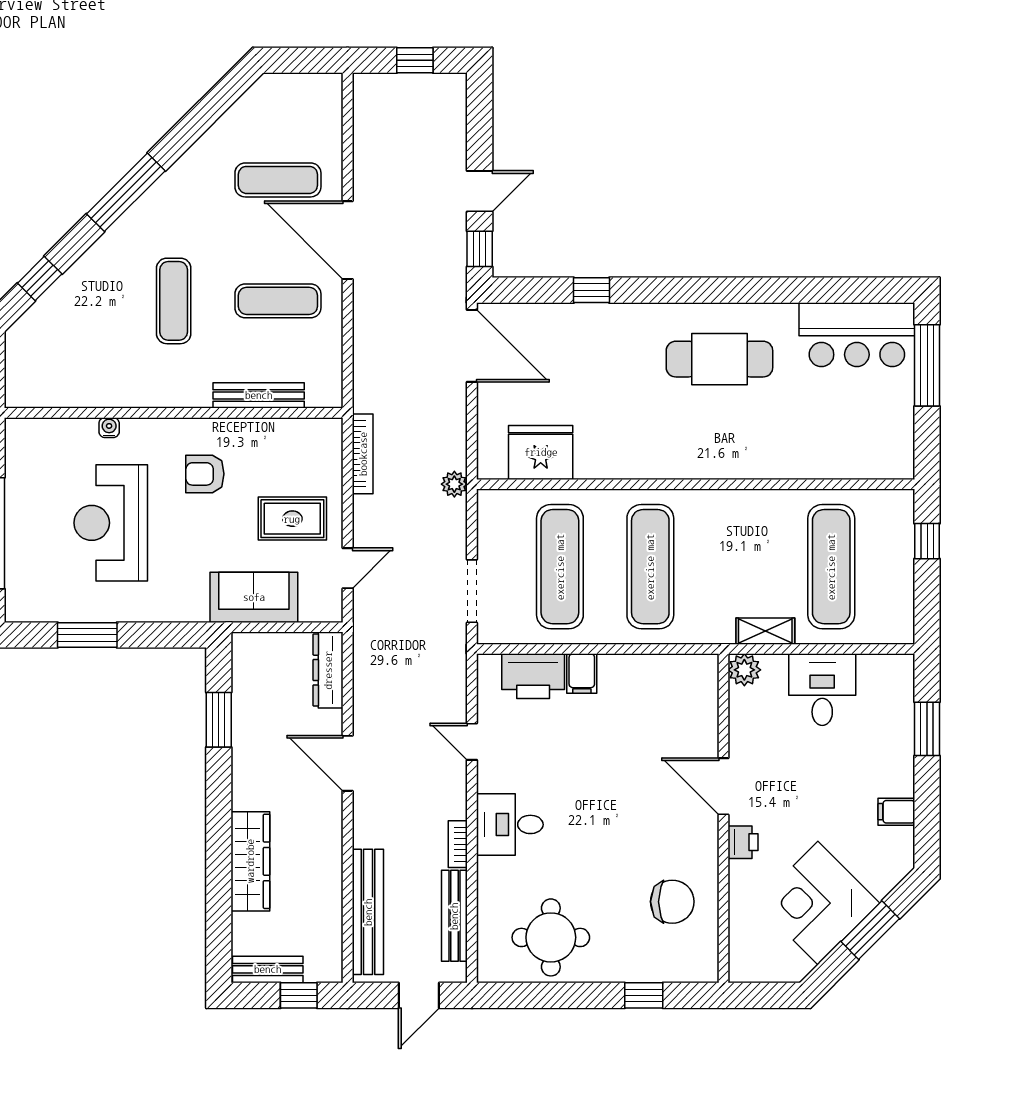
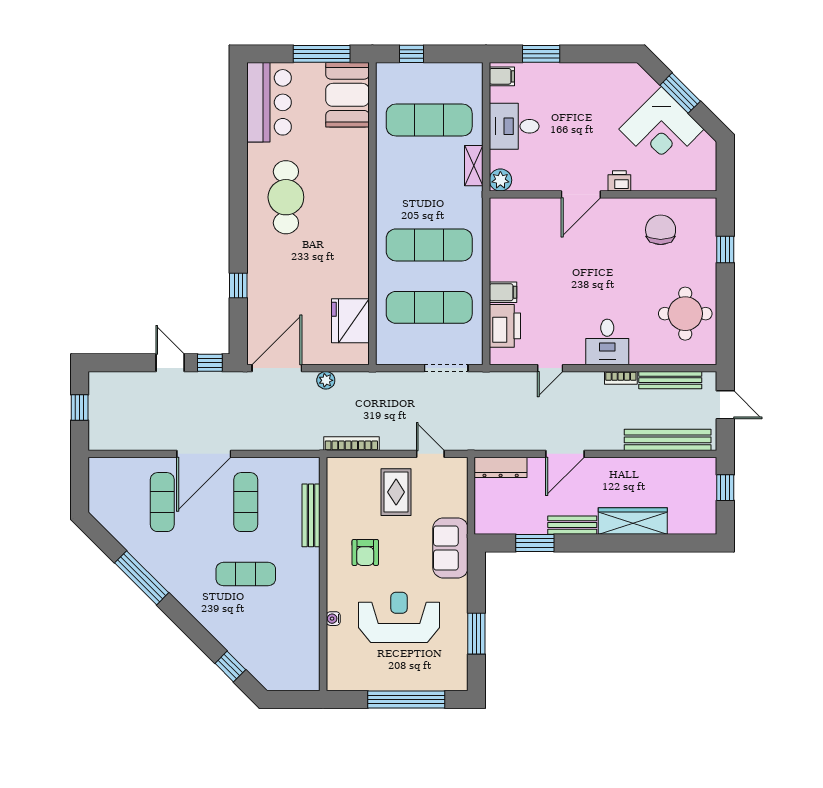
window: (126, 192) -> (142, 578), moved
window: (927, 365) -> (322, 54), moved
booth: (868, 448) -> (347, 95), added
plant: (454, 484) -> (326, 380), moved
reception desk: (111, 523) -> (399, 617), turned 180
sofa: (254, 597) -> (450, 548), moved
filing cabinet: (896, 812) -> (502, 76), moved, turned -90
bench: (268, 969) -> (572, 525), moved, turned 90

